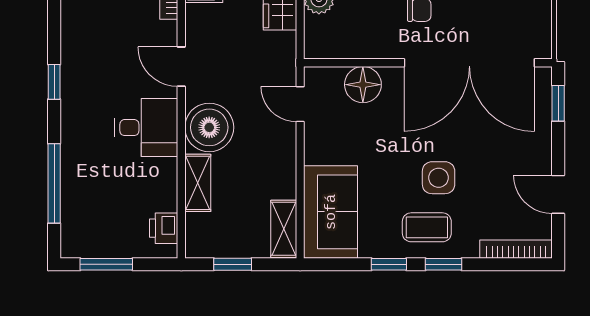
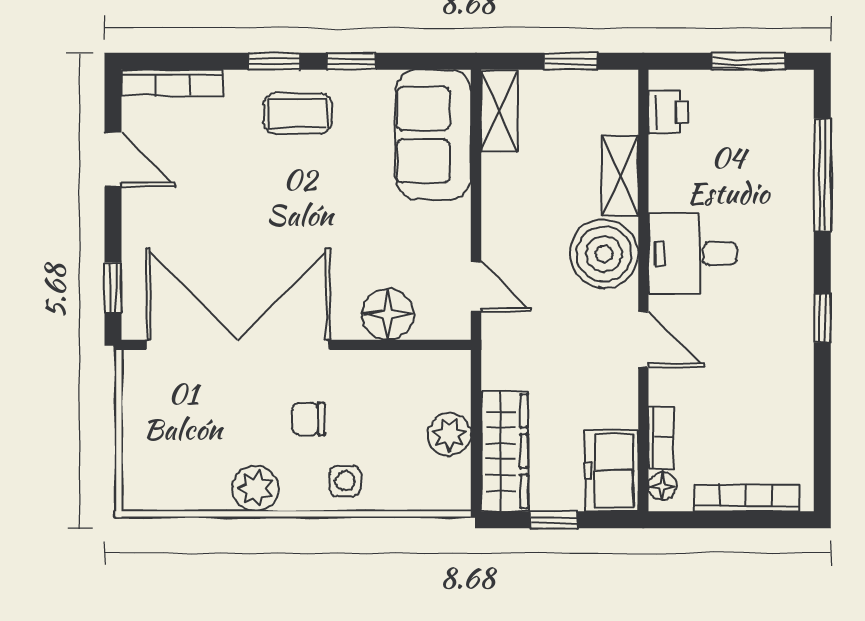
side table: (439, 178) -> (281, 183), removed

